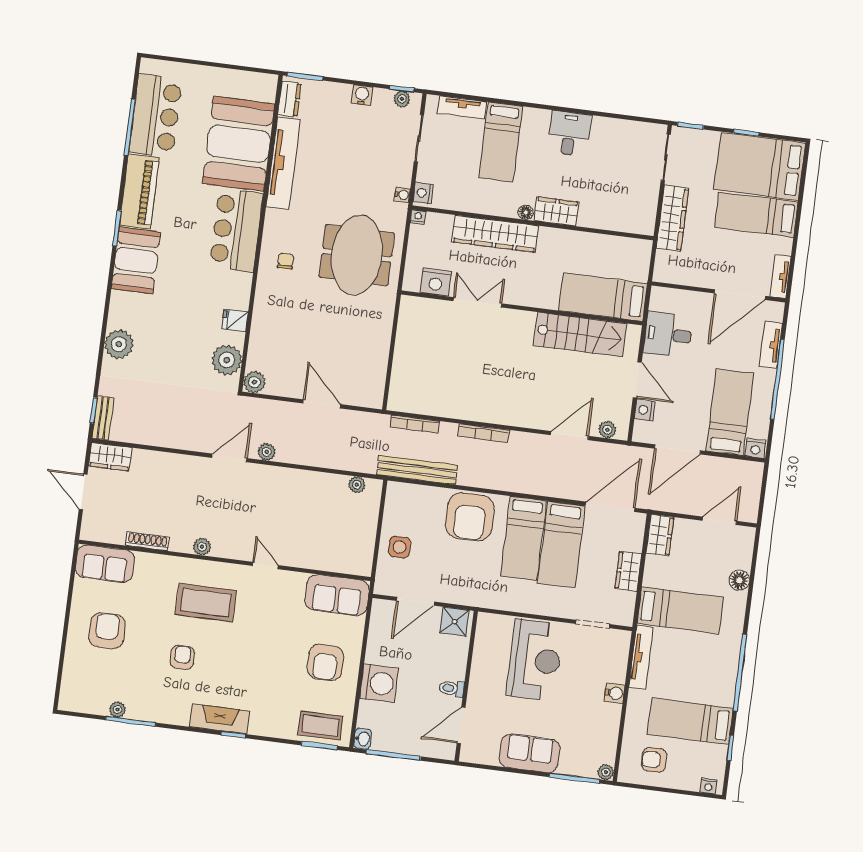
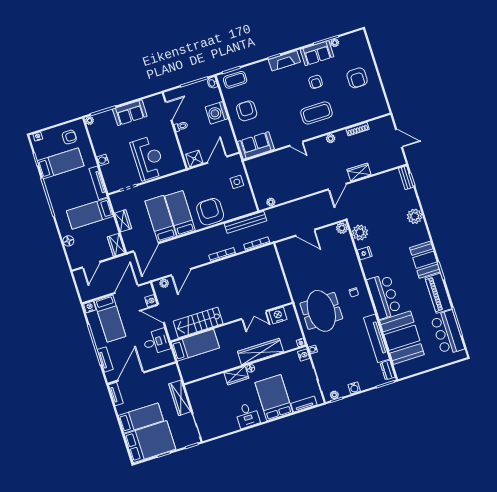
bed: (501, 142) -> (274, 398), width x1.50
plant: (267, 452) -> (321, 198), removed
wardrobe: (110, 457) -> (359, 172), moved
sofa: (105, 564) -> (317, 53), moved, turned 180
reception desk: (535, 660) -> (148, 158), turned 180

